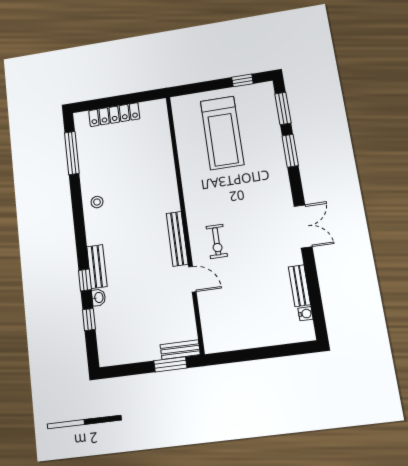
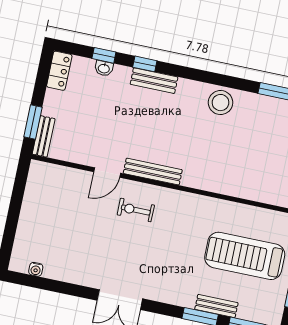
stool: (97, 202) -> (221, 103), width x1.89, depth x1.89
bench: (299, 286) -> (216, 306), moved
washbasin: (99, 298) -> (104, 68), moved
locker: (116, 356) -> (59, 71), added

